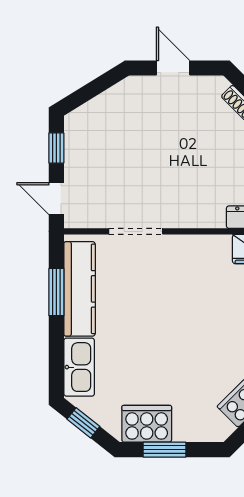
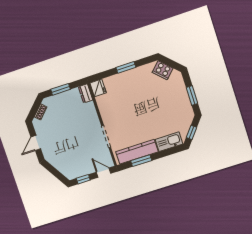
door: (56, 199) -> (104, 173), swing flipped
cooker: (147, 424) -> (184, 106), removed

